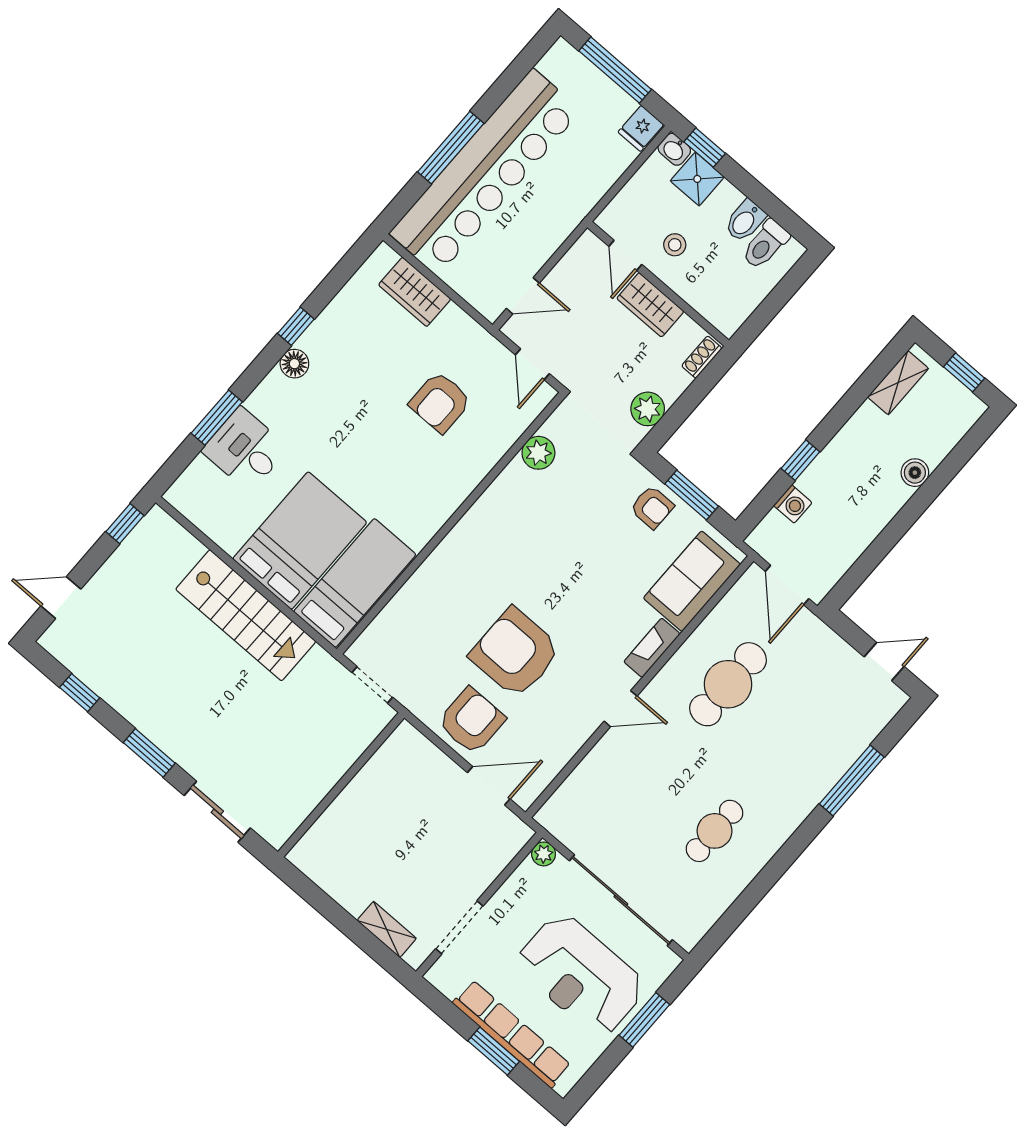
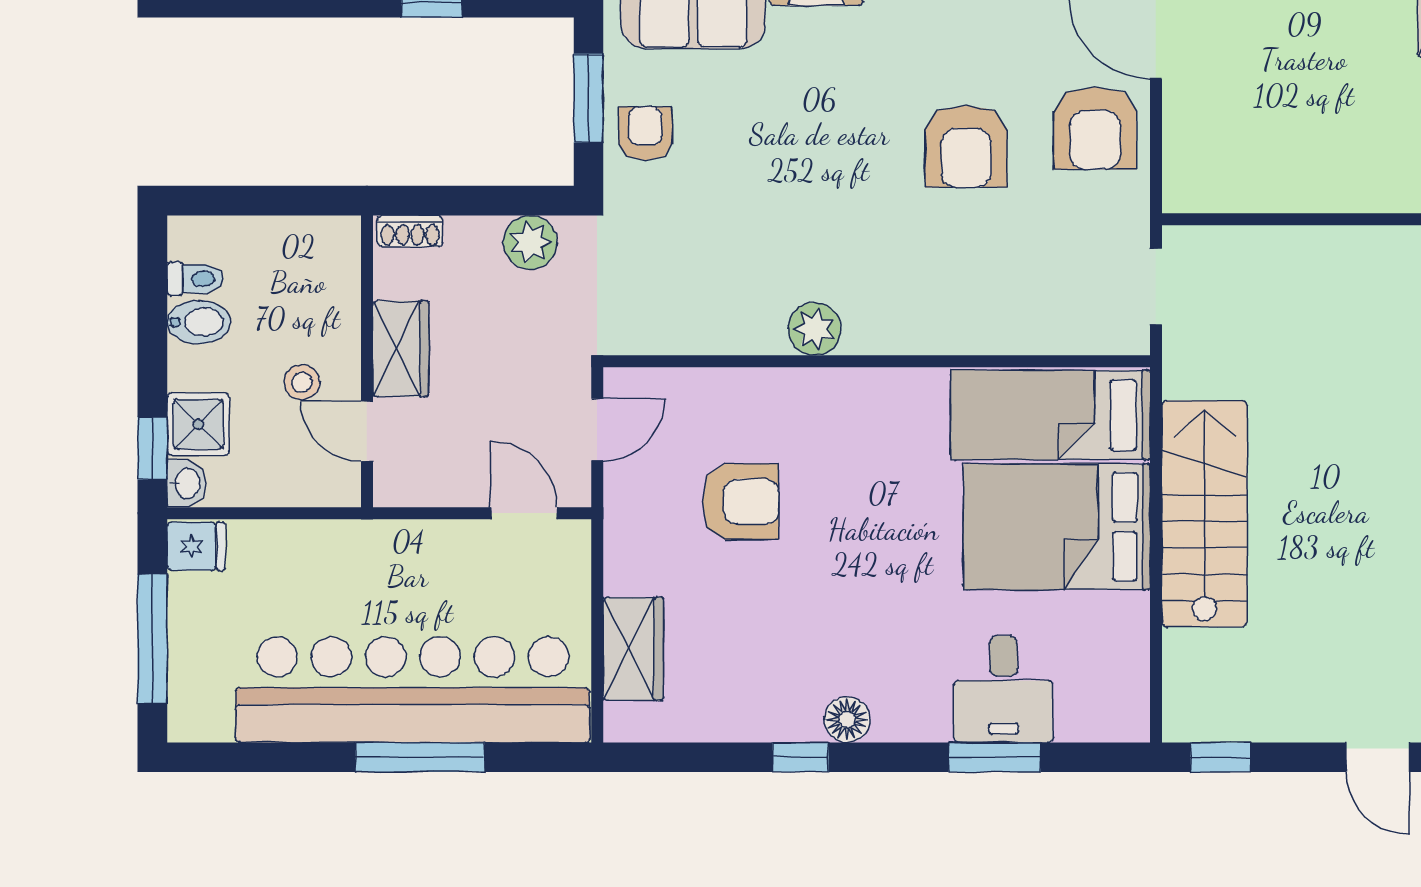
toilet: (765, 244) -> (195, 279), width x0.73, depth x0.72
door: (625, 255) -> (367, 431), swing flipped
plant: (538, 453) -> (815, 329), moved
armchair: (515, 653) -> (966, 146), width x0.73, depth x0.73
armchair: (471, 721) -> (1095, 128), turned -90

